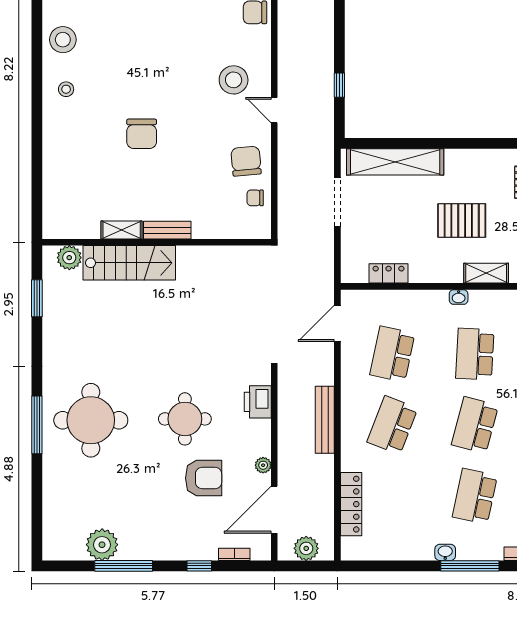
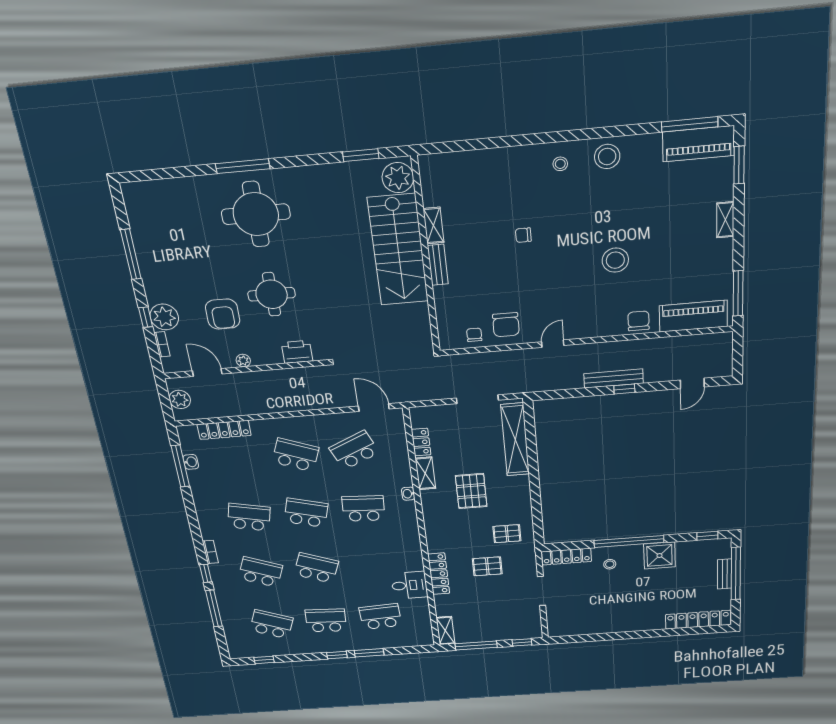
stool: (234, 80) -> (615, 260), moved
window: (339, 85) -> (624, 389), moved
chair: (142, 134) -> (523, 235), width x0.54, depth x0.54
chair: (246, 161) -> (506, 325), turned 95
plant: (69, 258) -> (398, 178), width x1.36, depth x1.36
stairs: (129, 263) -> (398, 250), width x1.36, depth x1.51
shelving: (486, 273) -> (425, 473), moved
school desk: (392, 354) -> (354, 450), turned -36
bench: (325, 420) -> (614, 378), moved
door: (274, 510) -> (207, 372), width x0.73
plant: (102, 545) -> (164, 317), moved
washbasin: (445, 552) -> (191, 462), moved
window: (470, 566) -> (180, 466), moved

